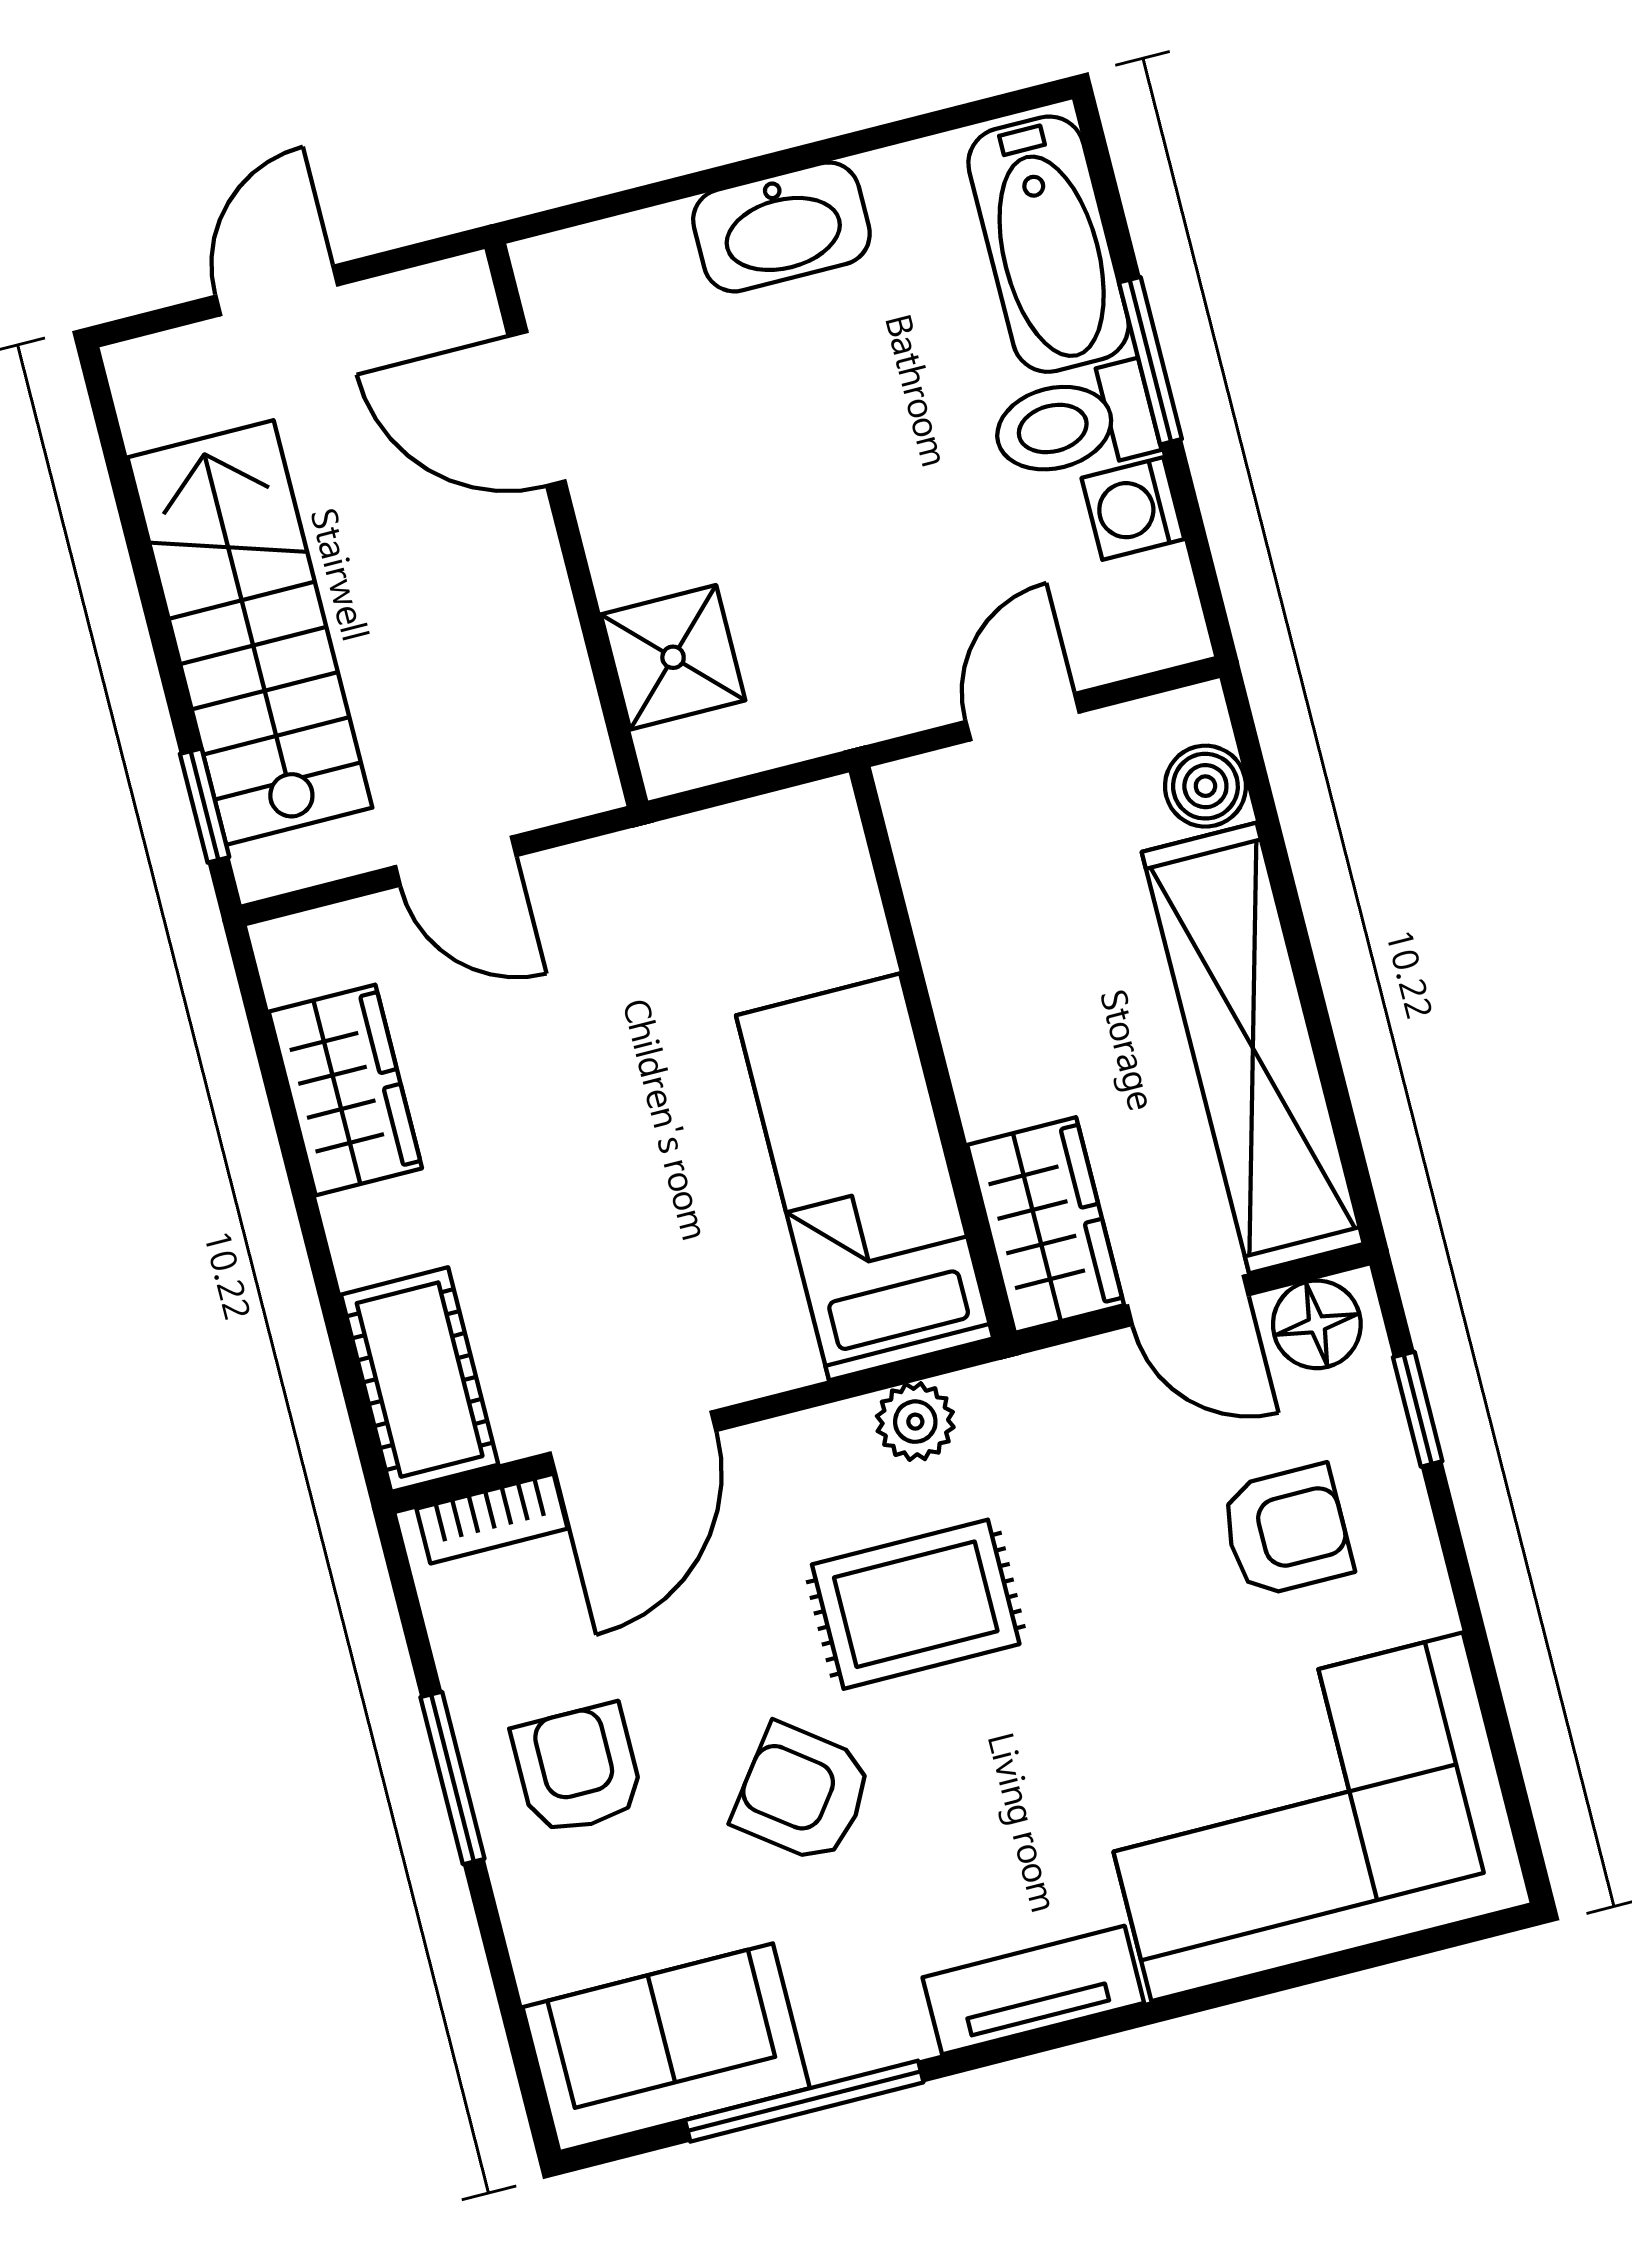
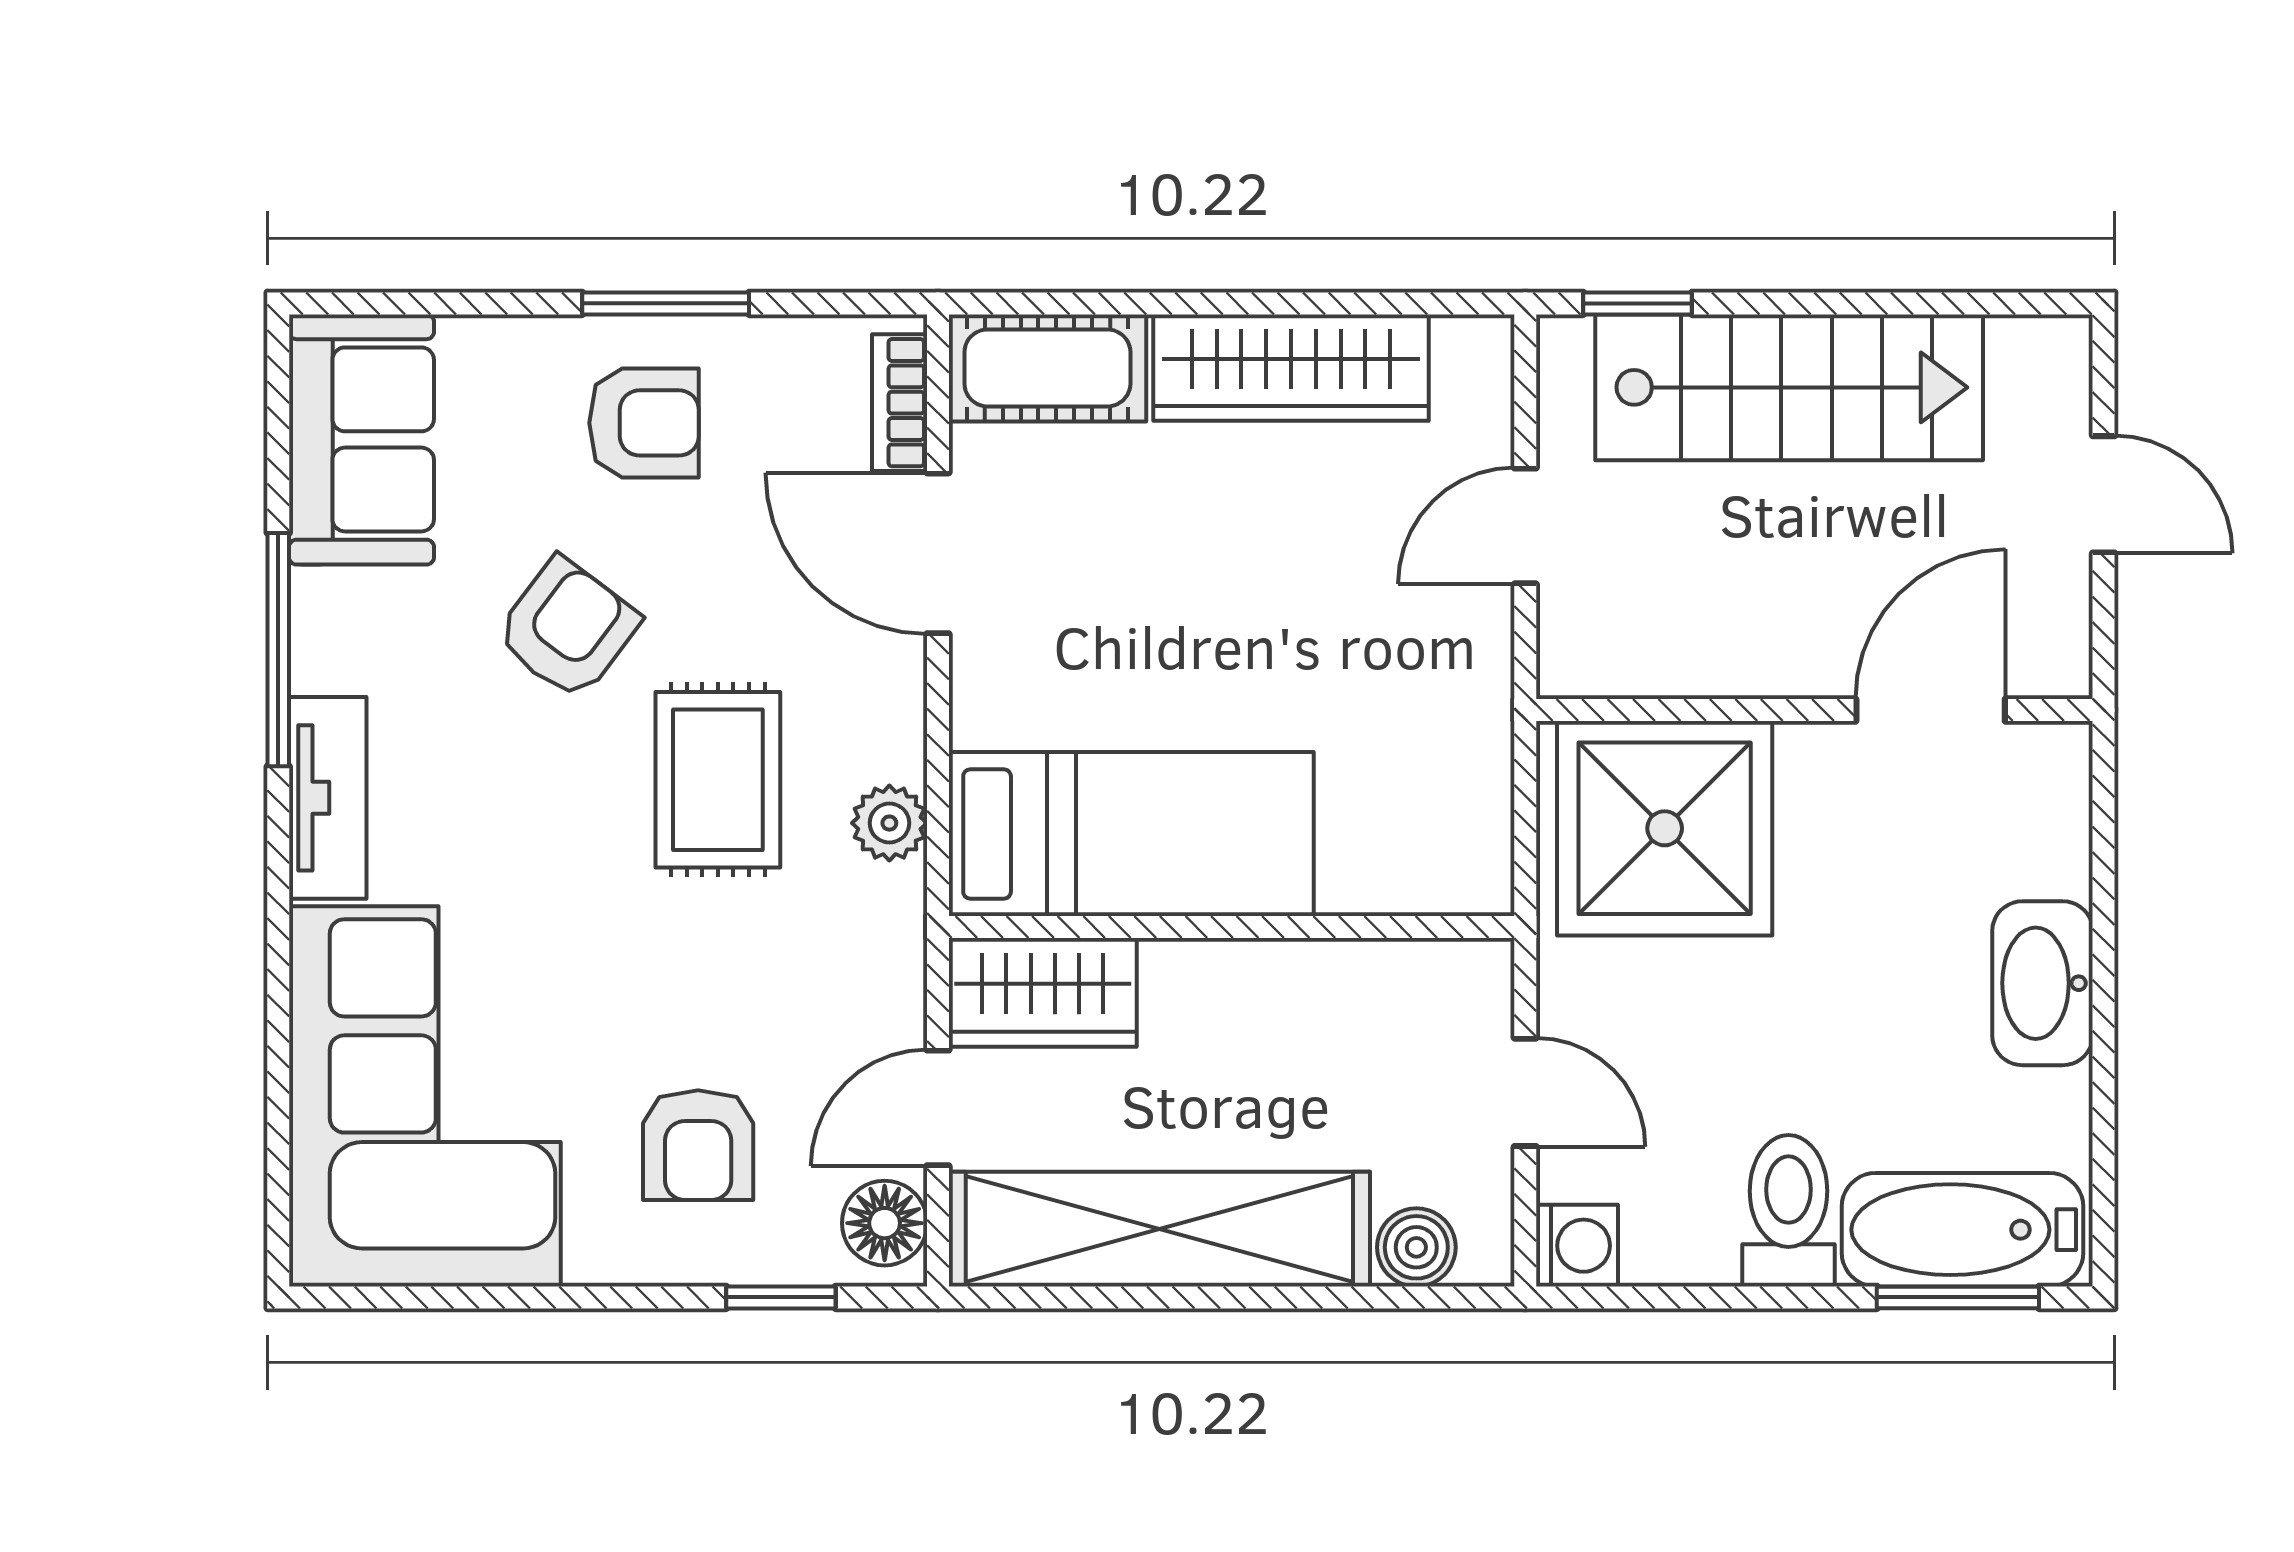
window: (1150, 361) -> (1958, 1297), moved
washing machine: (1133, 508) -> (1577, 1246), moved, turned 90
shower: (673, 657) -> (1665, 828), width x1.86, depth x1.86
wardrobe: (345, 1090) -> (1291, 368), width x1.50
window: (804, 2101) -> (278, 650), moved

